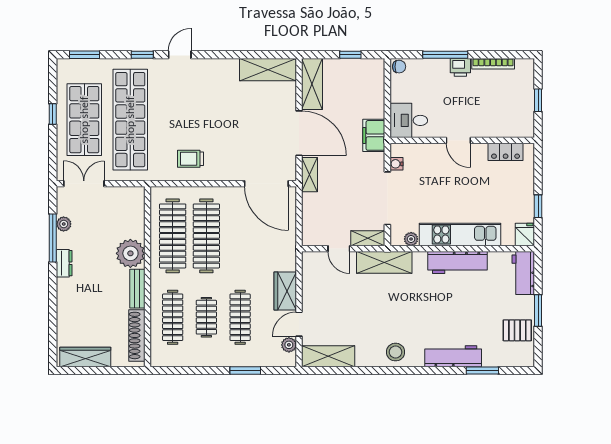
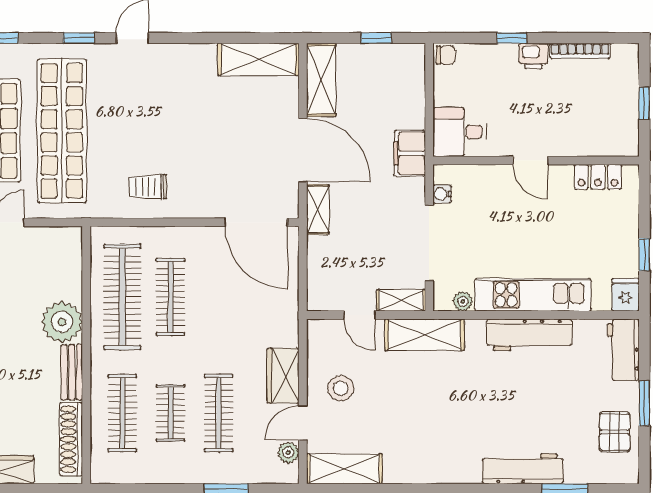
window: (445, 55) -> (512, 38), width x0.46
clothes rail: (206, 236) -> (170, 297), width x0.73, depth x0.76
pallet: (517, 330) -> (615, 432), turned 90
stool: (396, 352) -> (341, 388), moved

